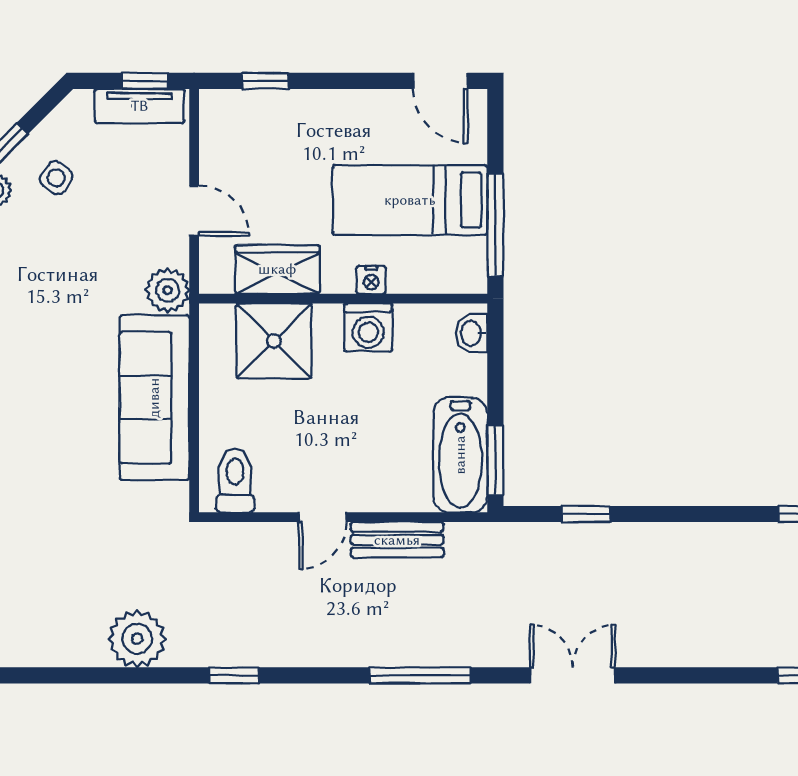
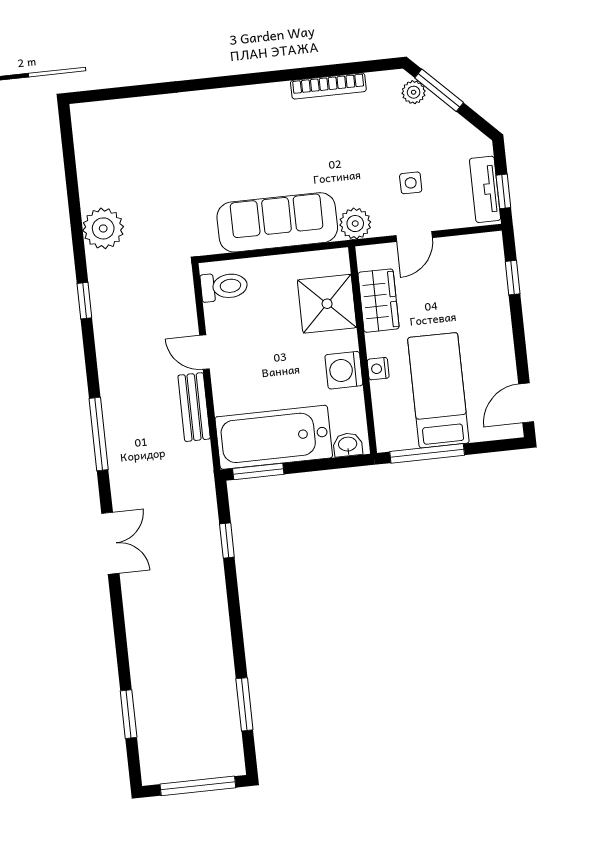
side table: (56, 178) -> (411, 183), moved, turned -34
bathtub: (460, 455) -> (274, 437), width x1.36, depth x1.36

